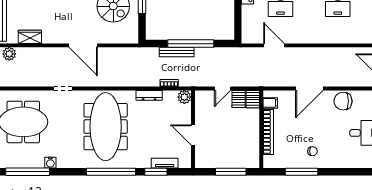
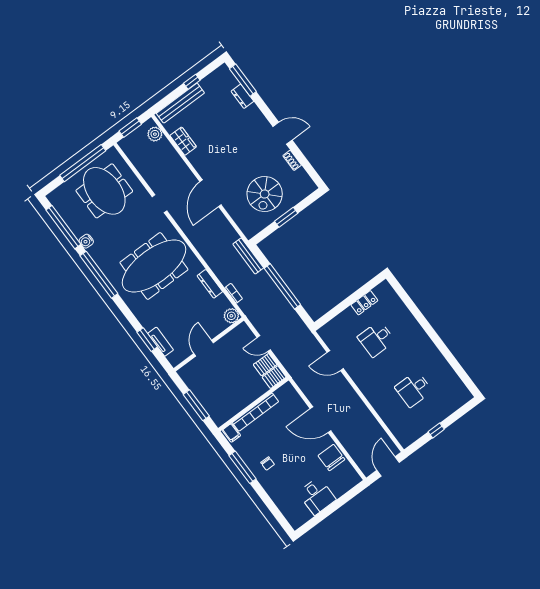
door: (274, 45) -> (335, 361), swing flipped
bench: (177, 52) -> (248, 256), moved
filing cabinet: (270, 103) -> (231, 433), moved
window: (111, 172) -> (99, 275), moved

